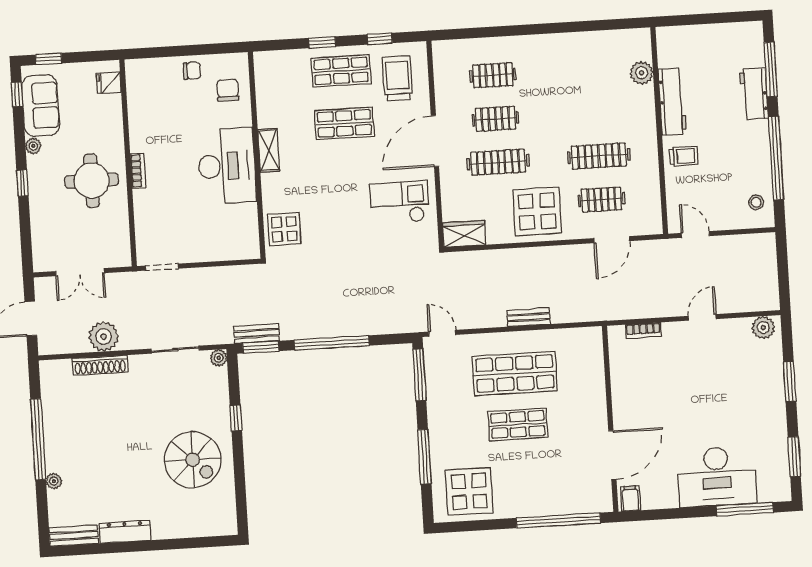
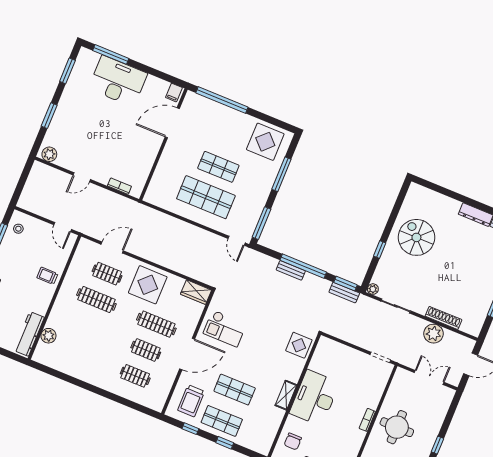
workbench: (672, 102) -> (29, 334), moved
bench: (529, 317) -> (291, 270), moved

